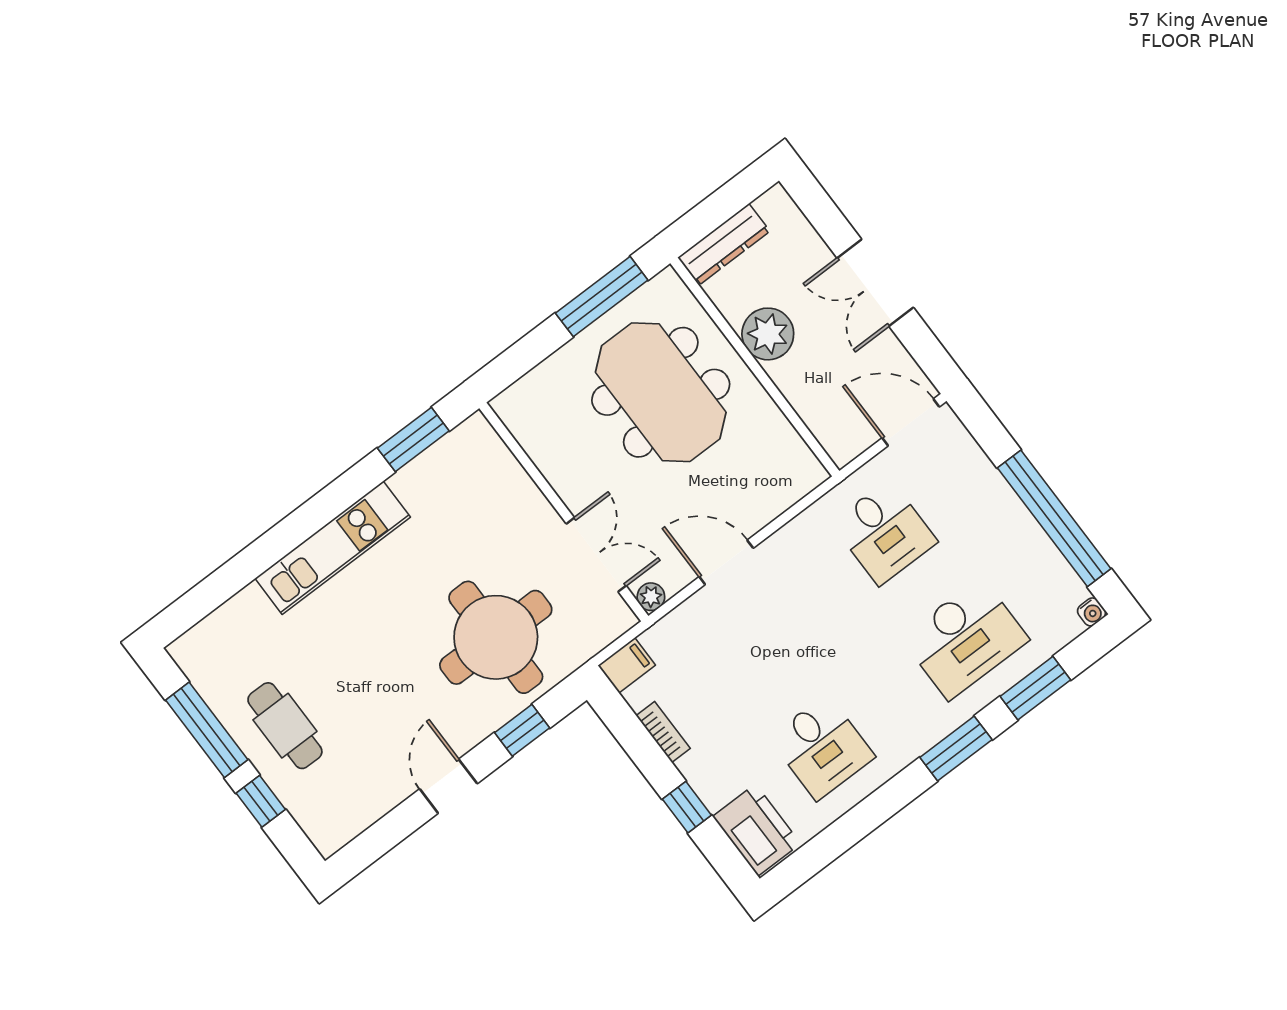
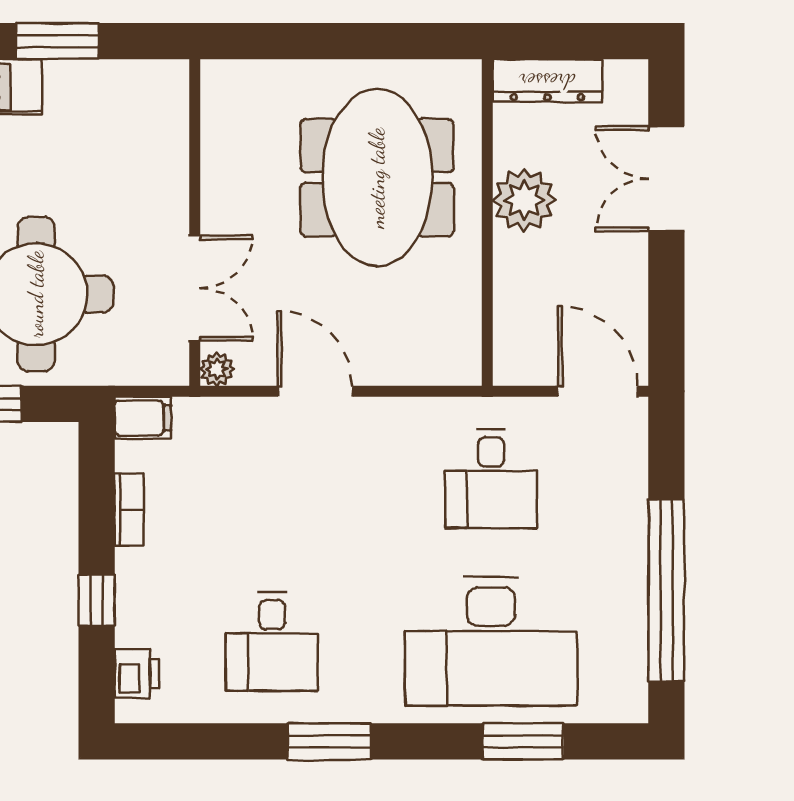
double door: (875, 283) -> (666, 179), moved
window: (602, 297) -> (390, 41), removed
window: (413, 440) -> (58, 41), moved
water cooler: (1092, 612) -> (634, 709), removed
desk: (965, 639) -> (491, 641), width x1.36, depth x1.30
window: (956, 748) -> (329, 741), moved
printer: (757, 830) -> (137, 674), width x0.53, depth x0.68

